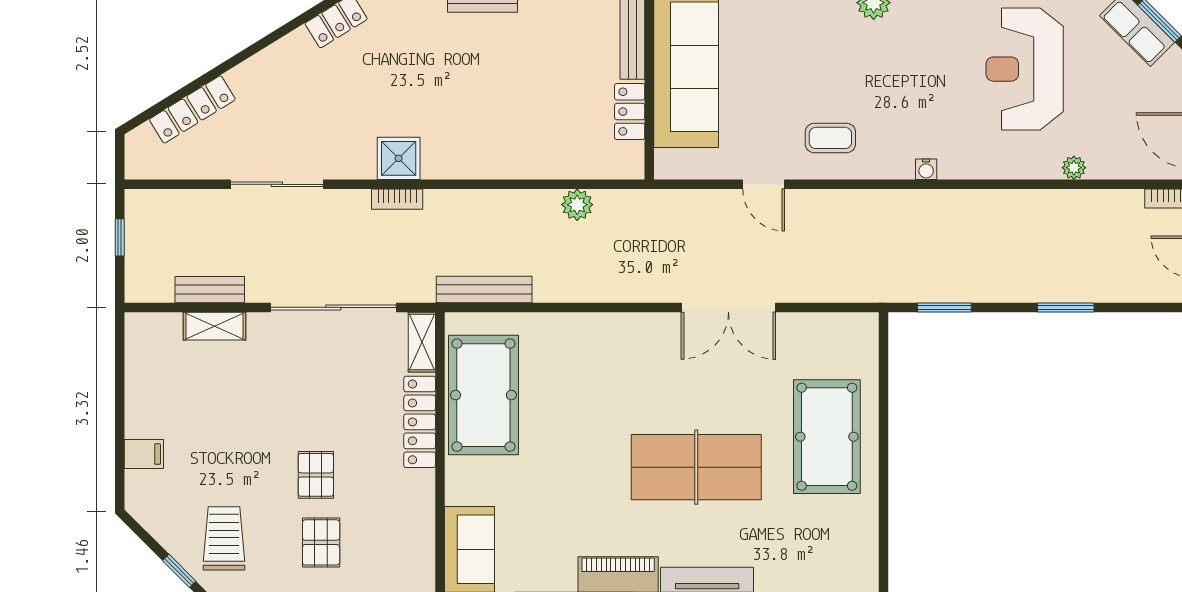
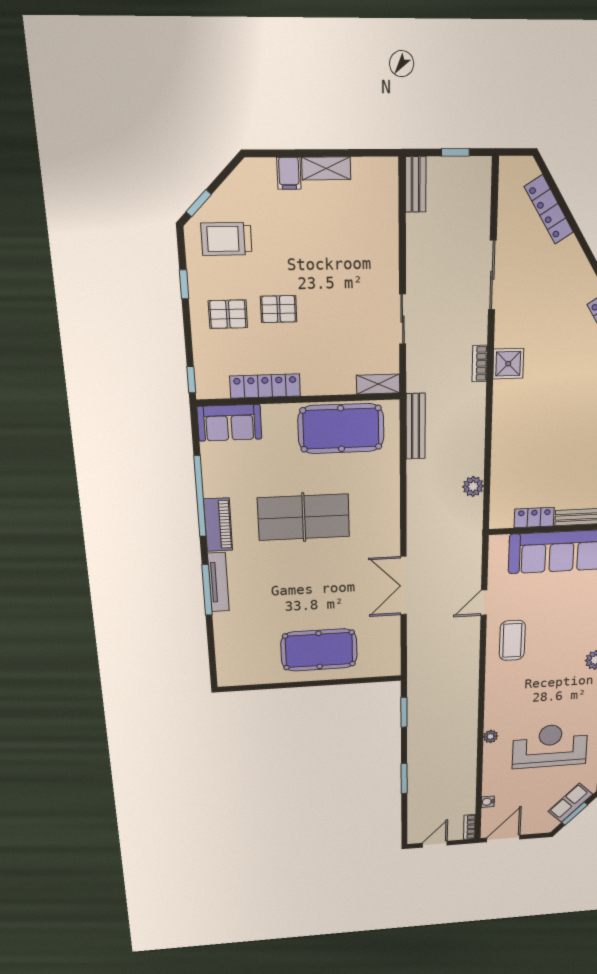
coffee table: (830, 138) -> (512, 640), width x1.36, depth x1.30
plant: (1074, 168) -> (491, 736), moved
water cooler: (926, 169) -> (488, 802), moved
bench: (210, 290) -> (416, 184), moved
sliding door: (333, 307) -> (403, 319), width x0.54
shelving: (215, 326) -> (326, 168), moved, turned 90
locker: (420, 422) -> (265, 386), moved
table tennis table: (696, 467) -> (304, 517), moved, turned 90
trolley: (224, 538) -> (226, 239), turned 180

